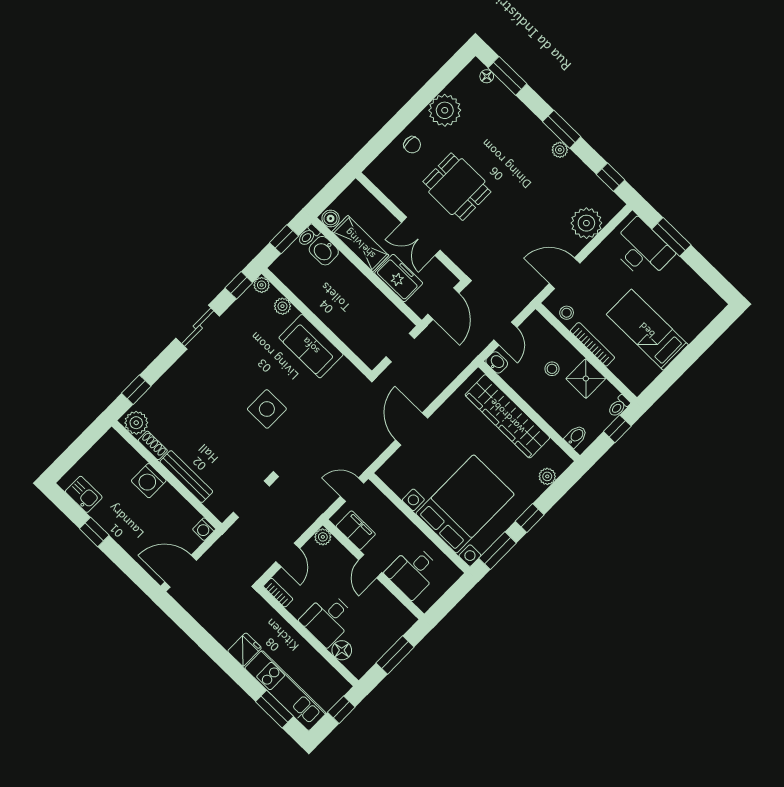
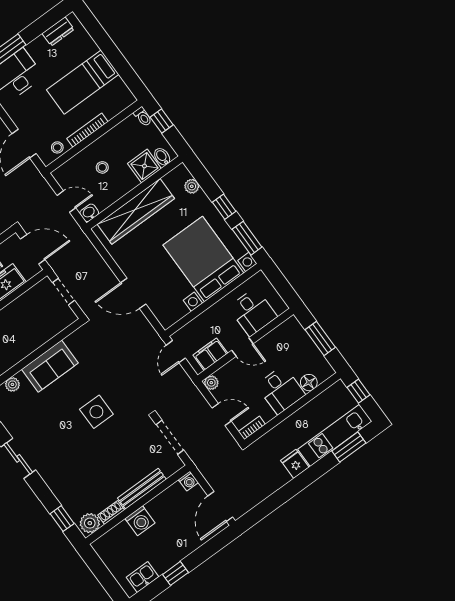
dresser: (702, 291) -> (58, 31), added
shower: (586, 379) -> (144, 166), moved

